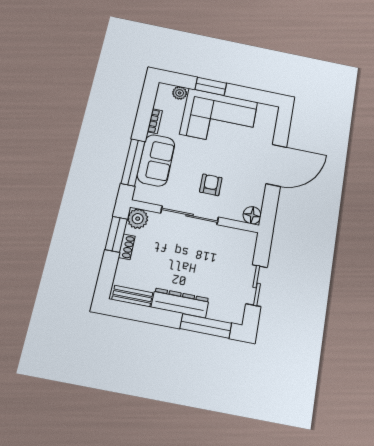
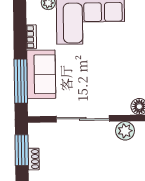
armchair: (211, 185) -> (96, 86), removed
plant: (138, 219) -> (125, 131), moved

